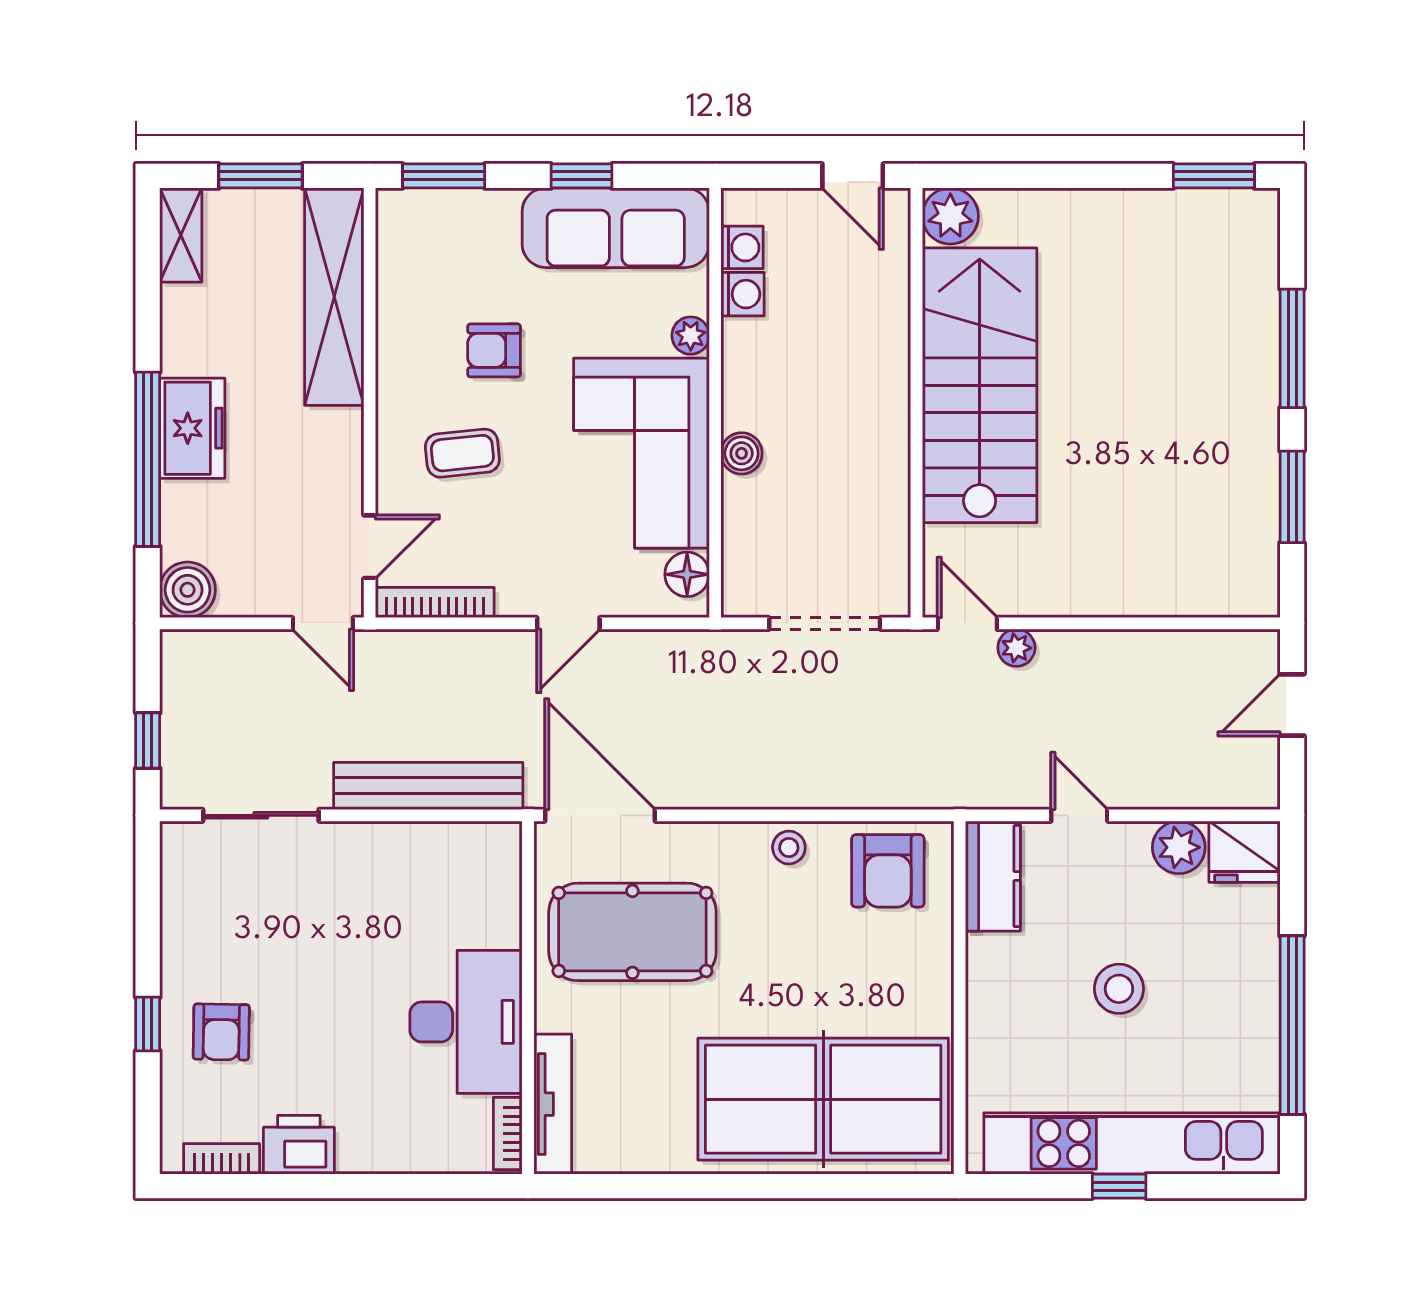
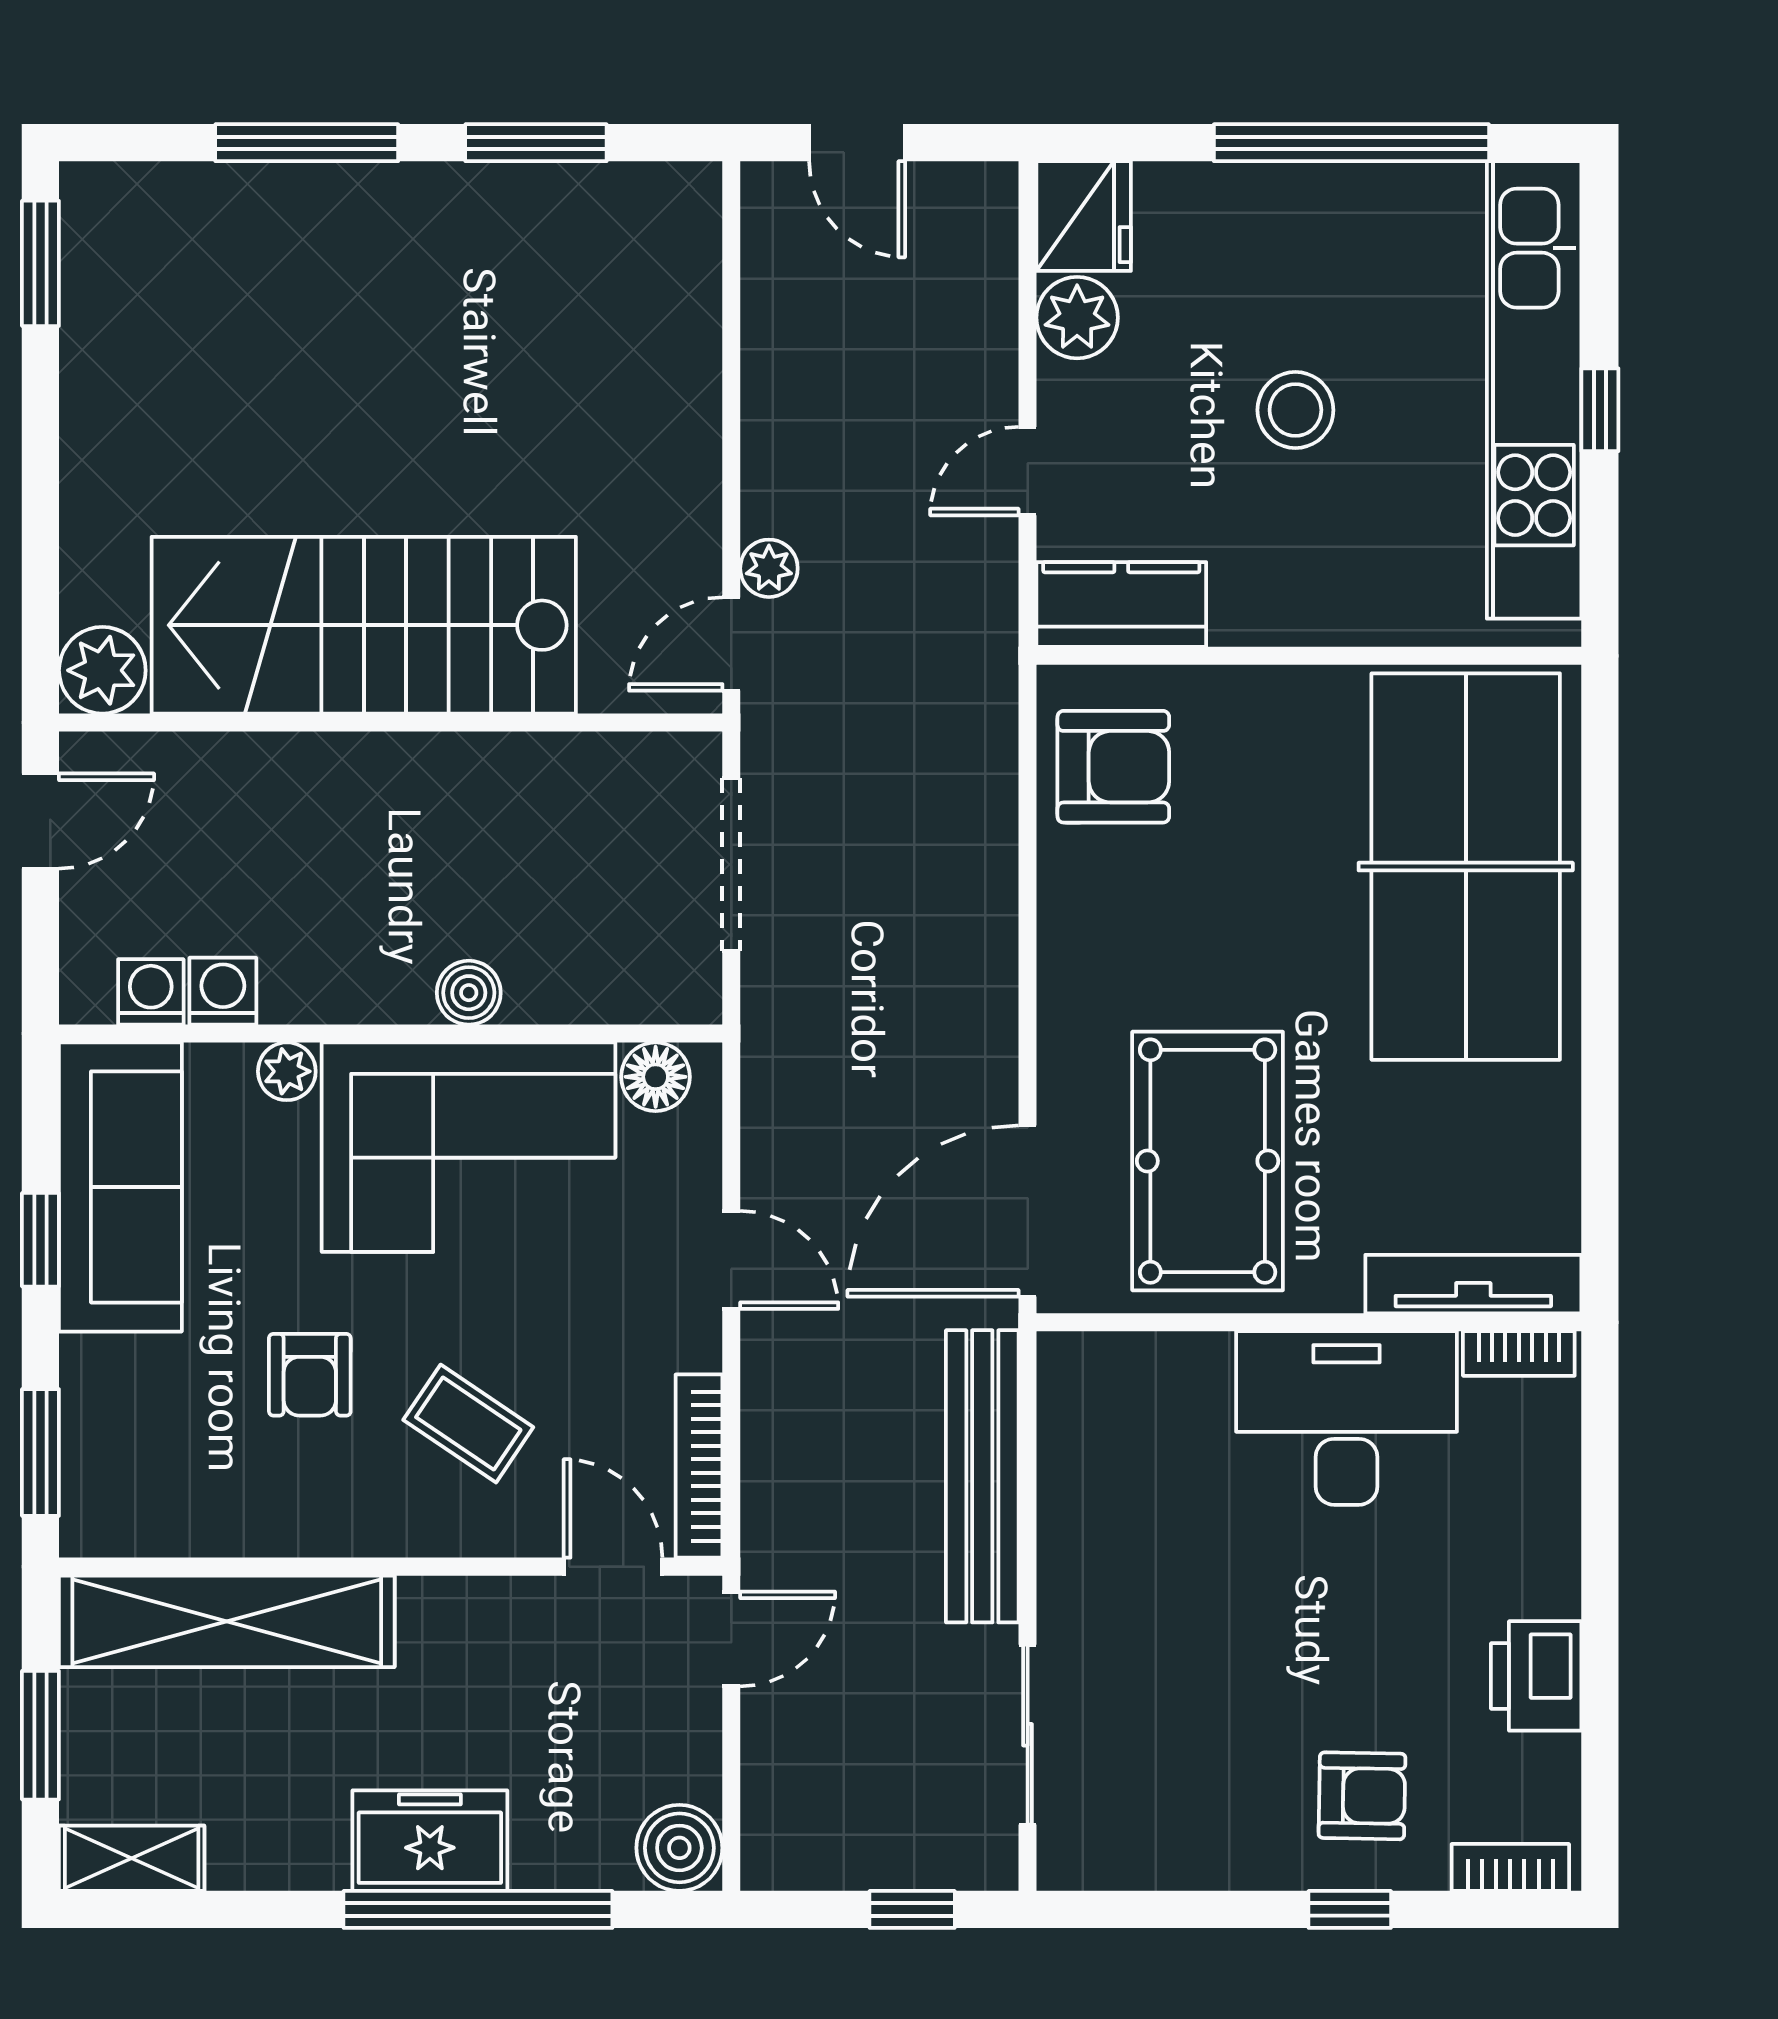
coffee table: (462, 453) -> (468, 1424), turned -50
stool: (789, 847) -> (1077, 920), removed
bookcase: (222, 1159) -> (1510, 1867), moved, turned 90

